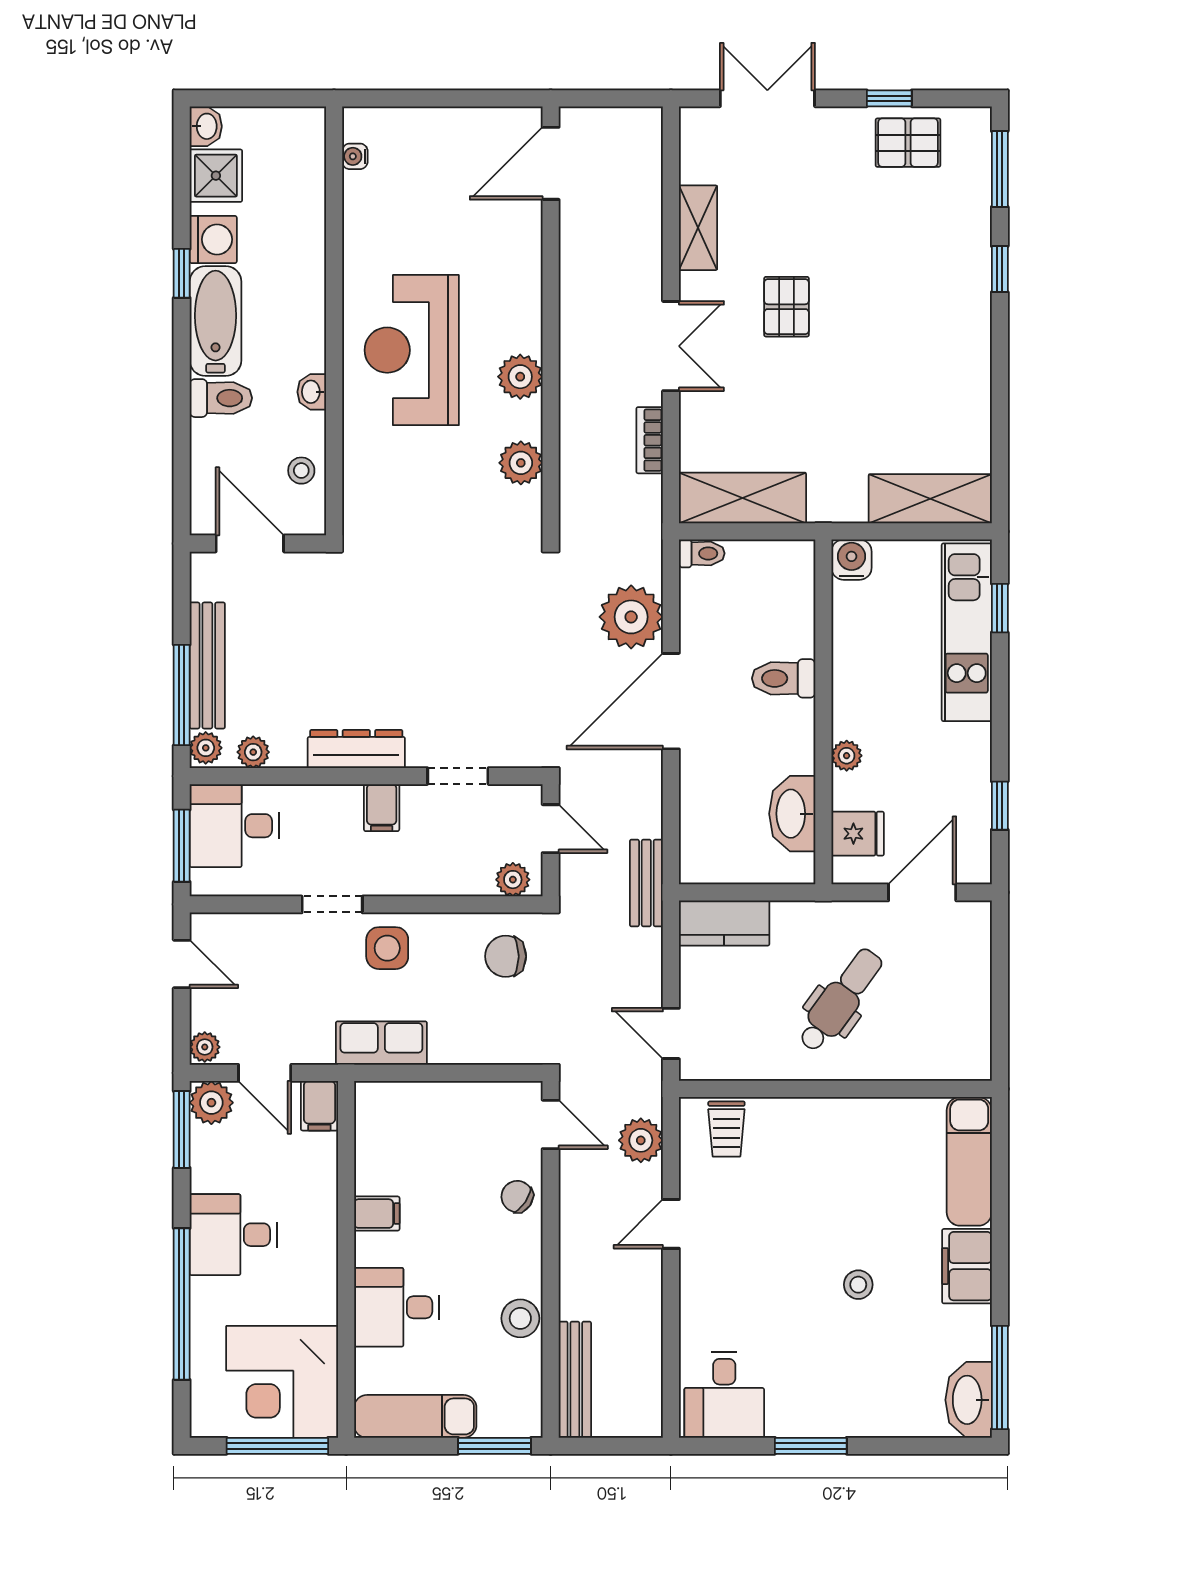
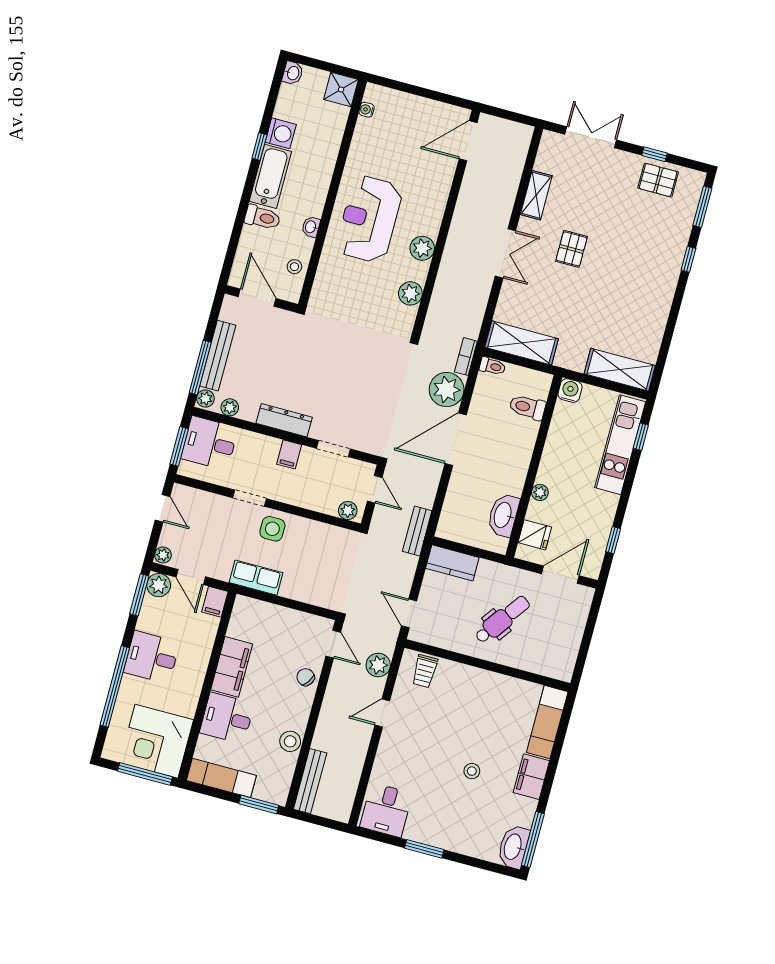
shower: (216, 176) -> (341, 89), moved
bookcase: (650, 440) -> (466, 357), moved
toilet: (784, 678) -> (527, 407), moved
chair: (506, 956) -> (333, 550), removed
filing cabinet: (377, 1214) -> (232, 667), width x3.00, depth x1.17

